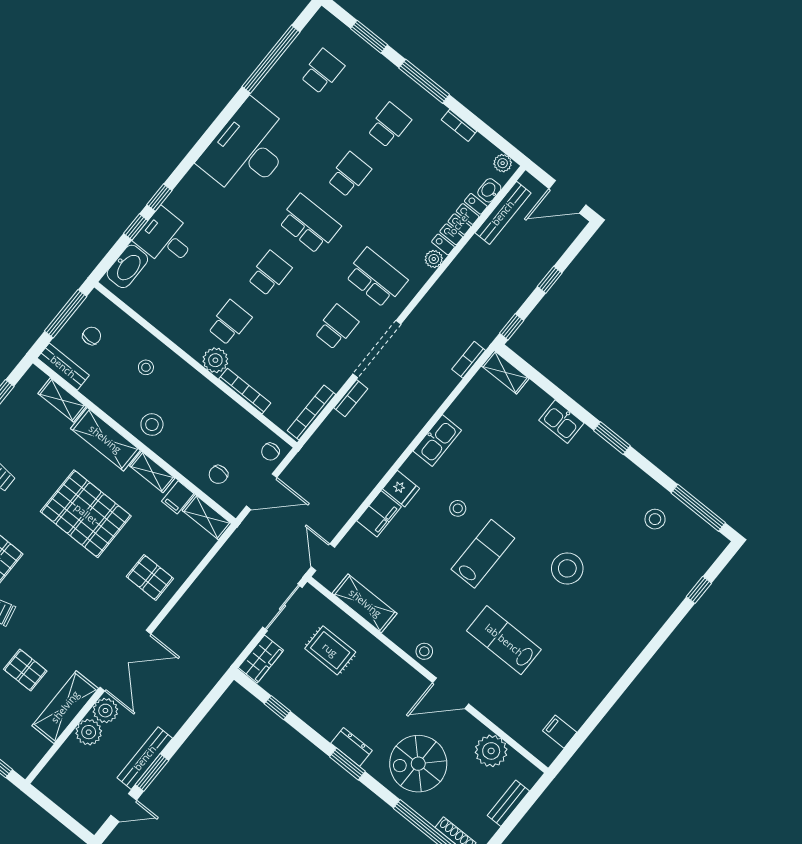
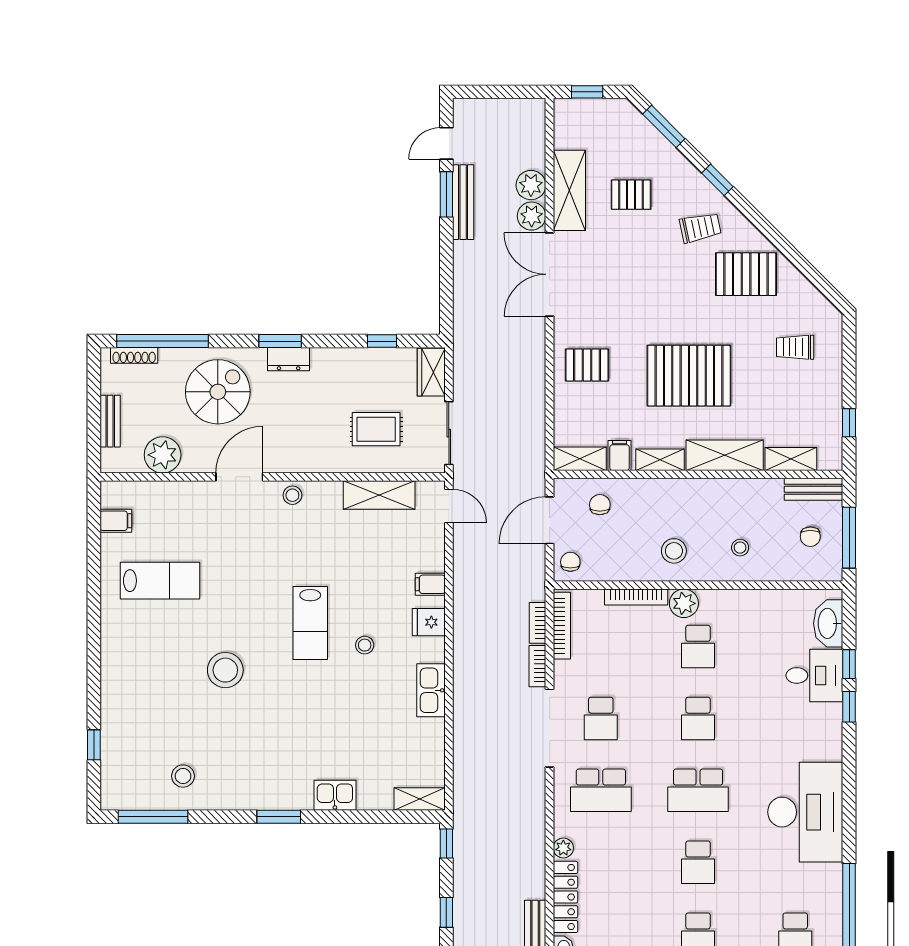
bookcase: (469, 360) -> (538, 623), moved, turned 180
stool: (152, 425) -> (674, 551), moved
filing cabinet: (379, 514) -> (430, 584), width x0.50
lab bench: (504, 640) -> (160, 581), moved

